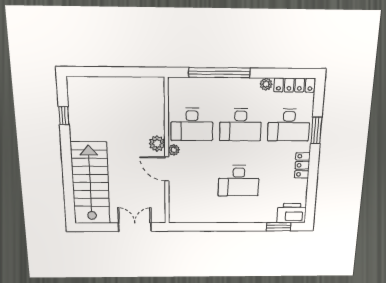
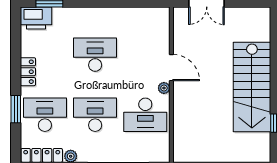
desk: (192, 125) -> (145, 115), turned 180
plant: (157, 144) -> (181, 95), removed
stairs: (90, 183) -> (252, 87), moved

